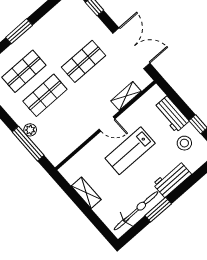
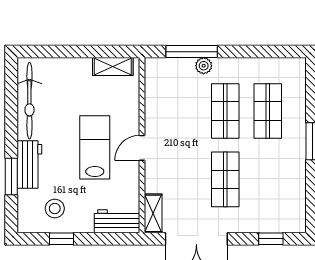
shelving: (126, 96) -> (153, 213), moved
workbench: (172, 114) -> (117, 221), moved
shelving: (86, 193) -> (113, 66), moved
window: (158, 210) -> (11, 176), moved

